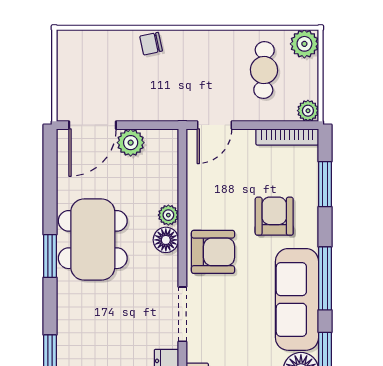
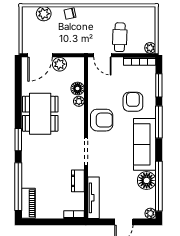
plant: (304, 44) -> (44, 14), moved
cafe table: (264, 70) -> (120, 37), moved
door: (214, 125) -> (102, 55), hinge flipped
floor lamp: (166, 240) -> (78, 89), moved
window: (50, 256) -> (18, 140), moved
window: (325, 278) -> (159, 122), moved

